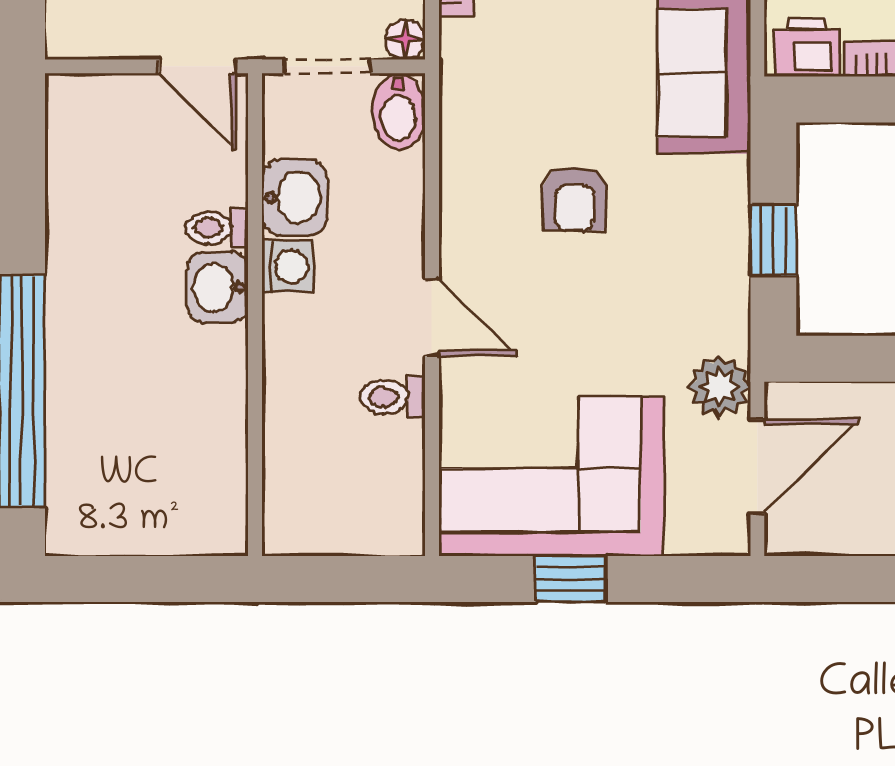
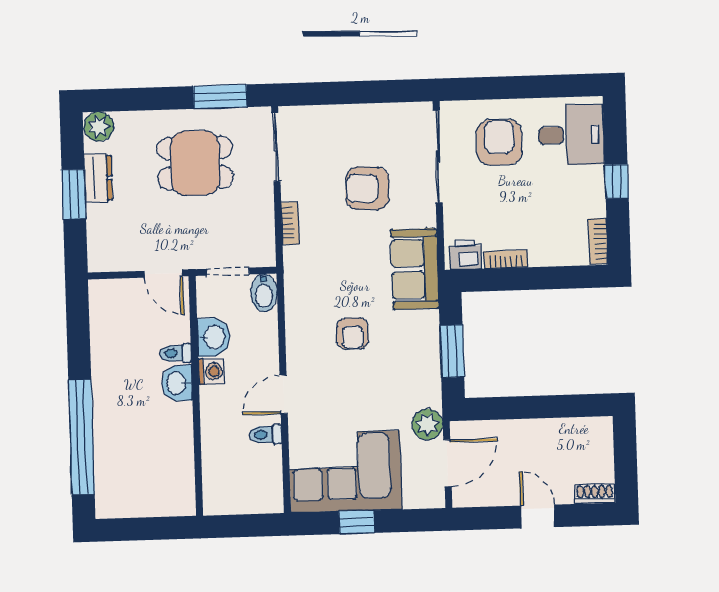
floor lamp: (405, 40) -> (266, 257), removed
window: (773, 241) -> (452, 351), width x1.50
door: (432, 317) -> (284, 394), swing flipped

